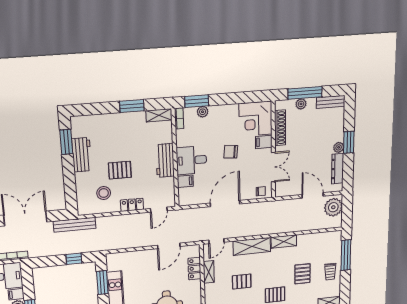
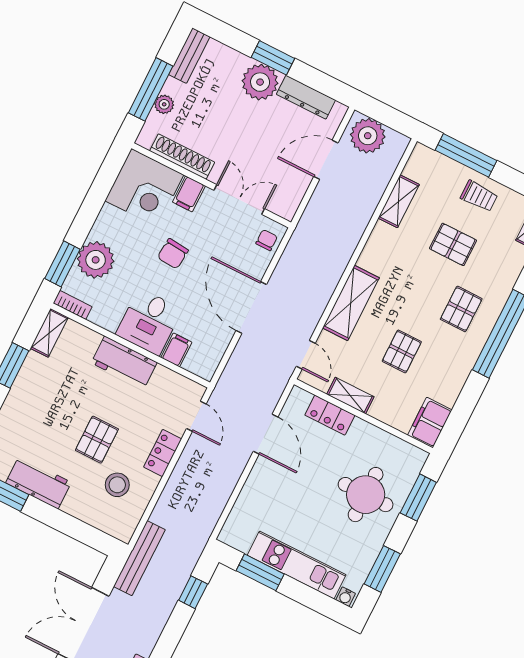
plant: (203, 112) -> (96, 260), width x1.88, depth x1.88
plant: (339, 147) -> (260, 82), width x1.87, depth x1.87
shelving: (284, 242) -> (399, 201), moved

